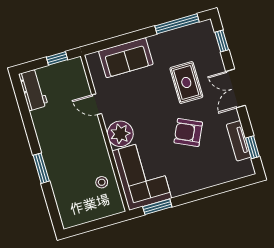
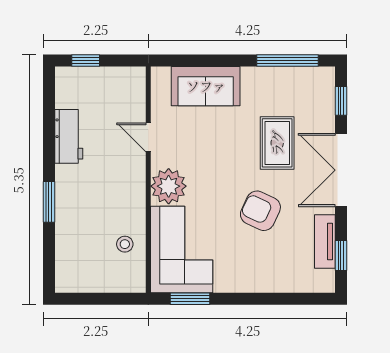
window: (57, 58) -> (86, 60), moved
double door: (235, 88) -> (341, 170), width x1.37
workbench: (33, 90) -> (69, 136), moved

